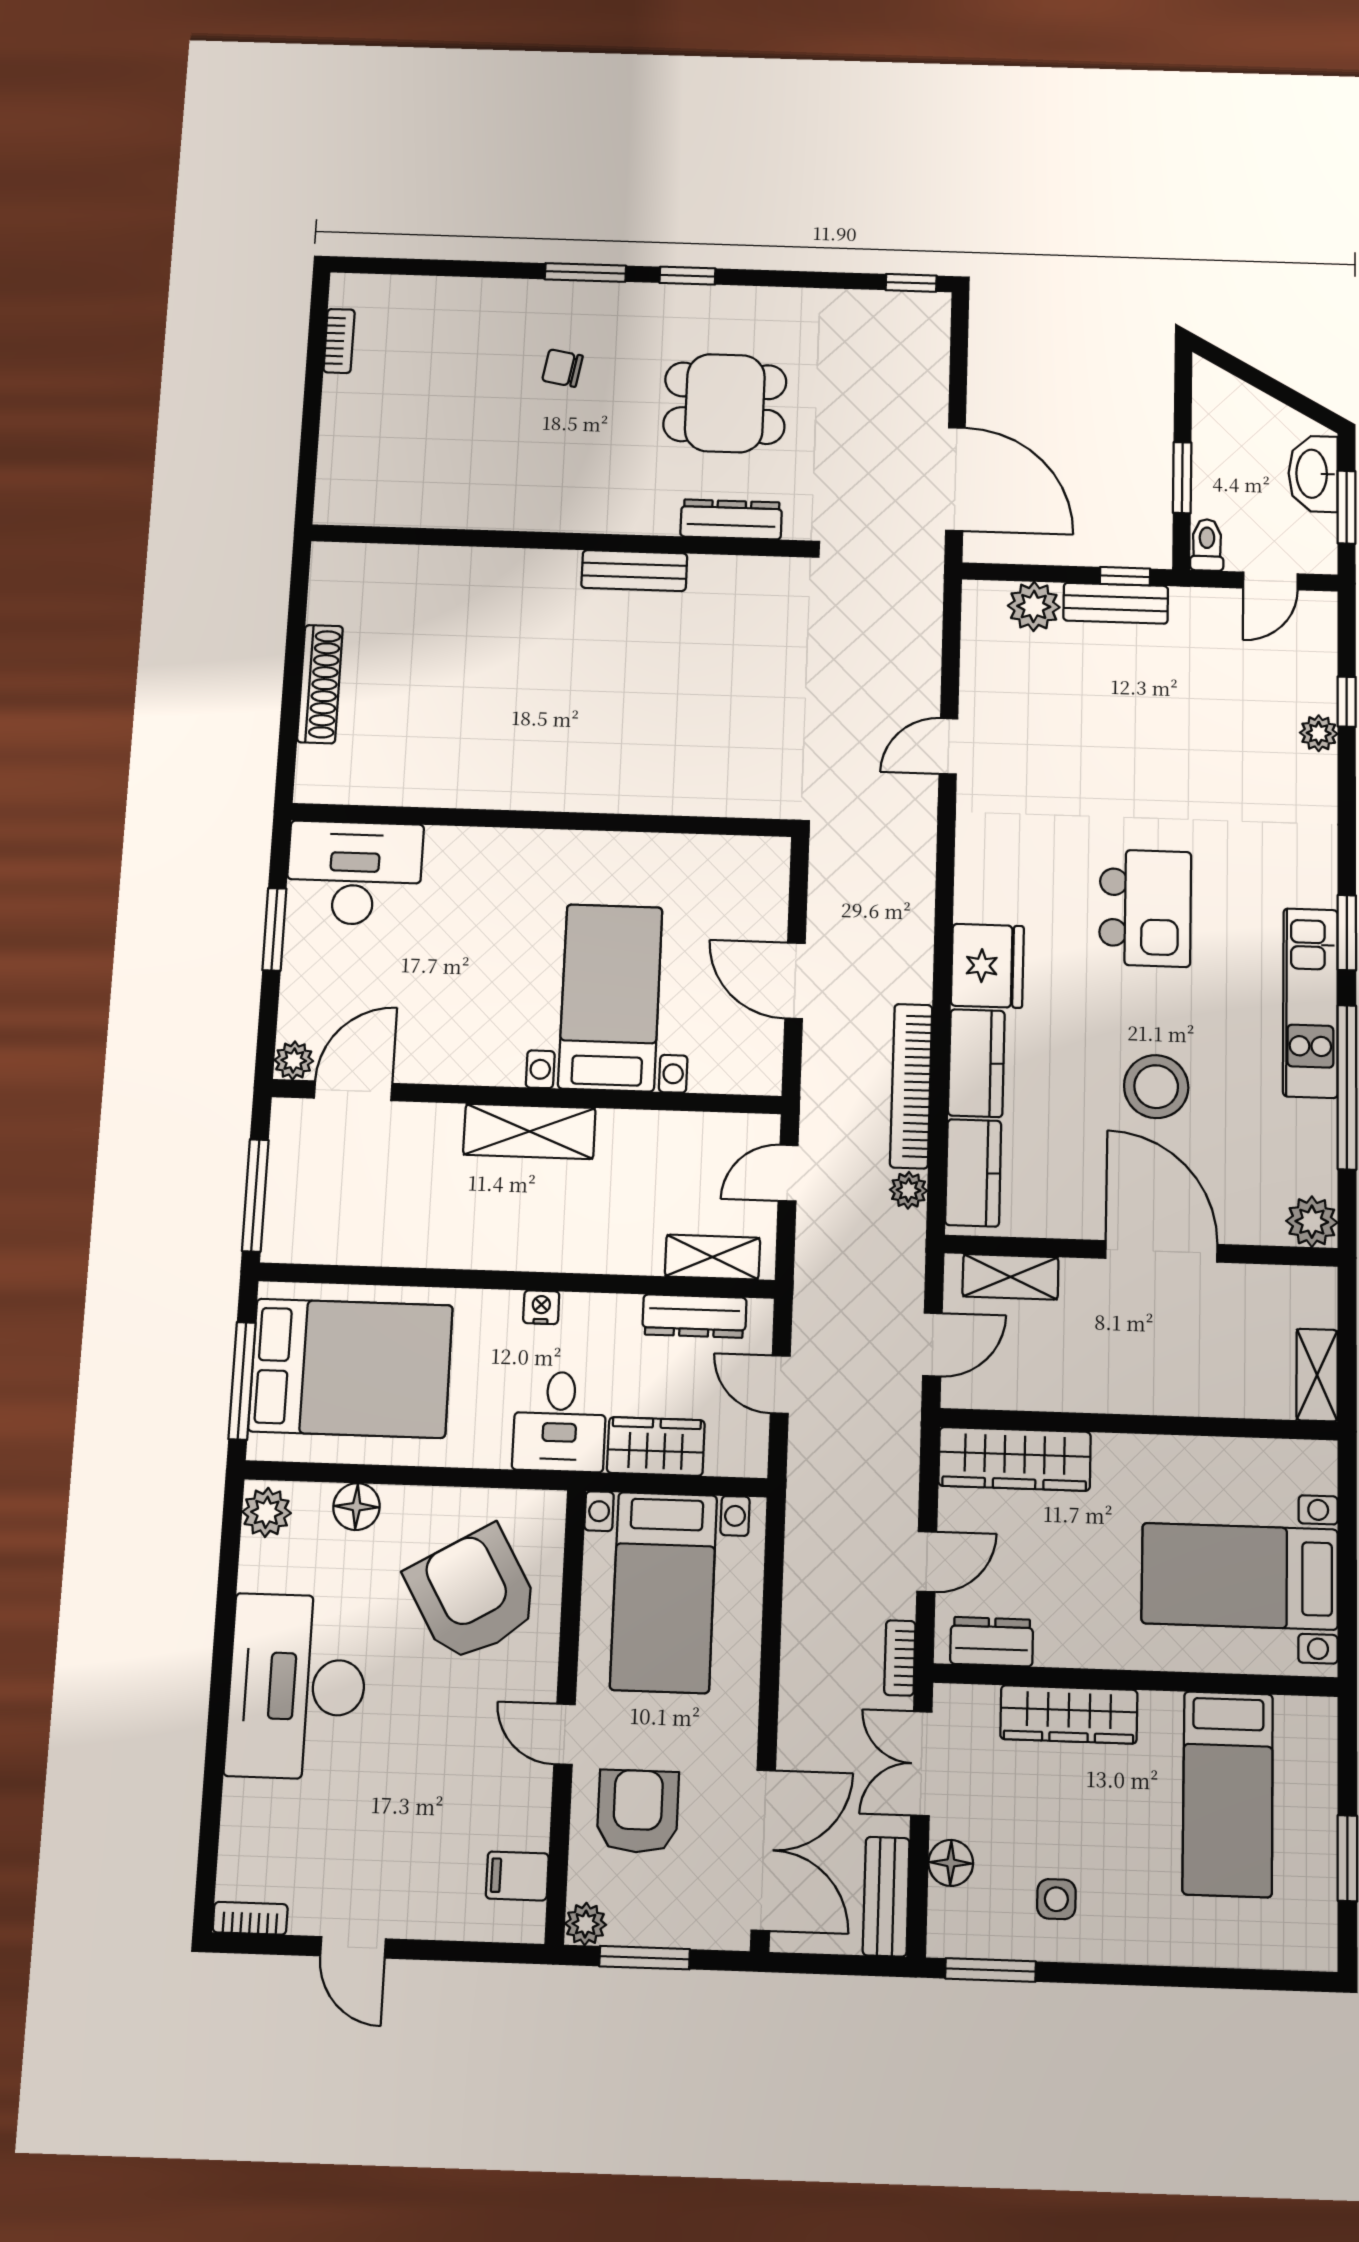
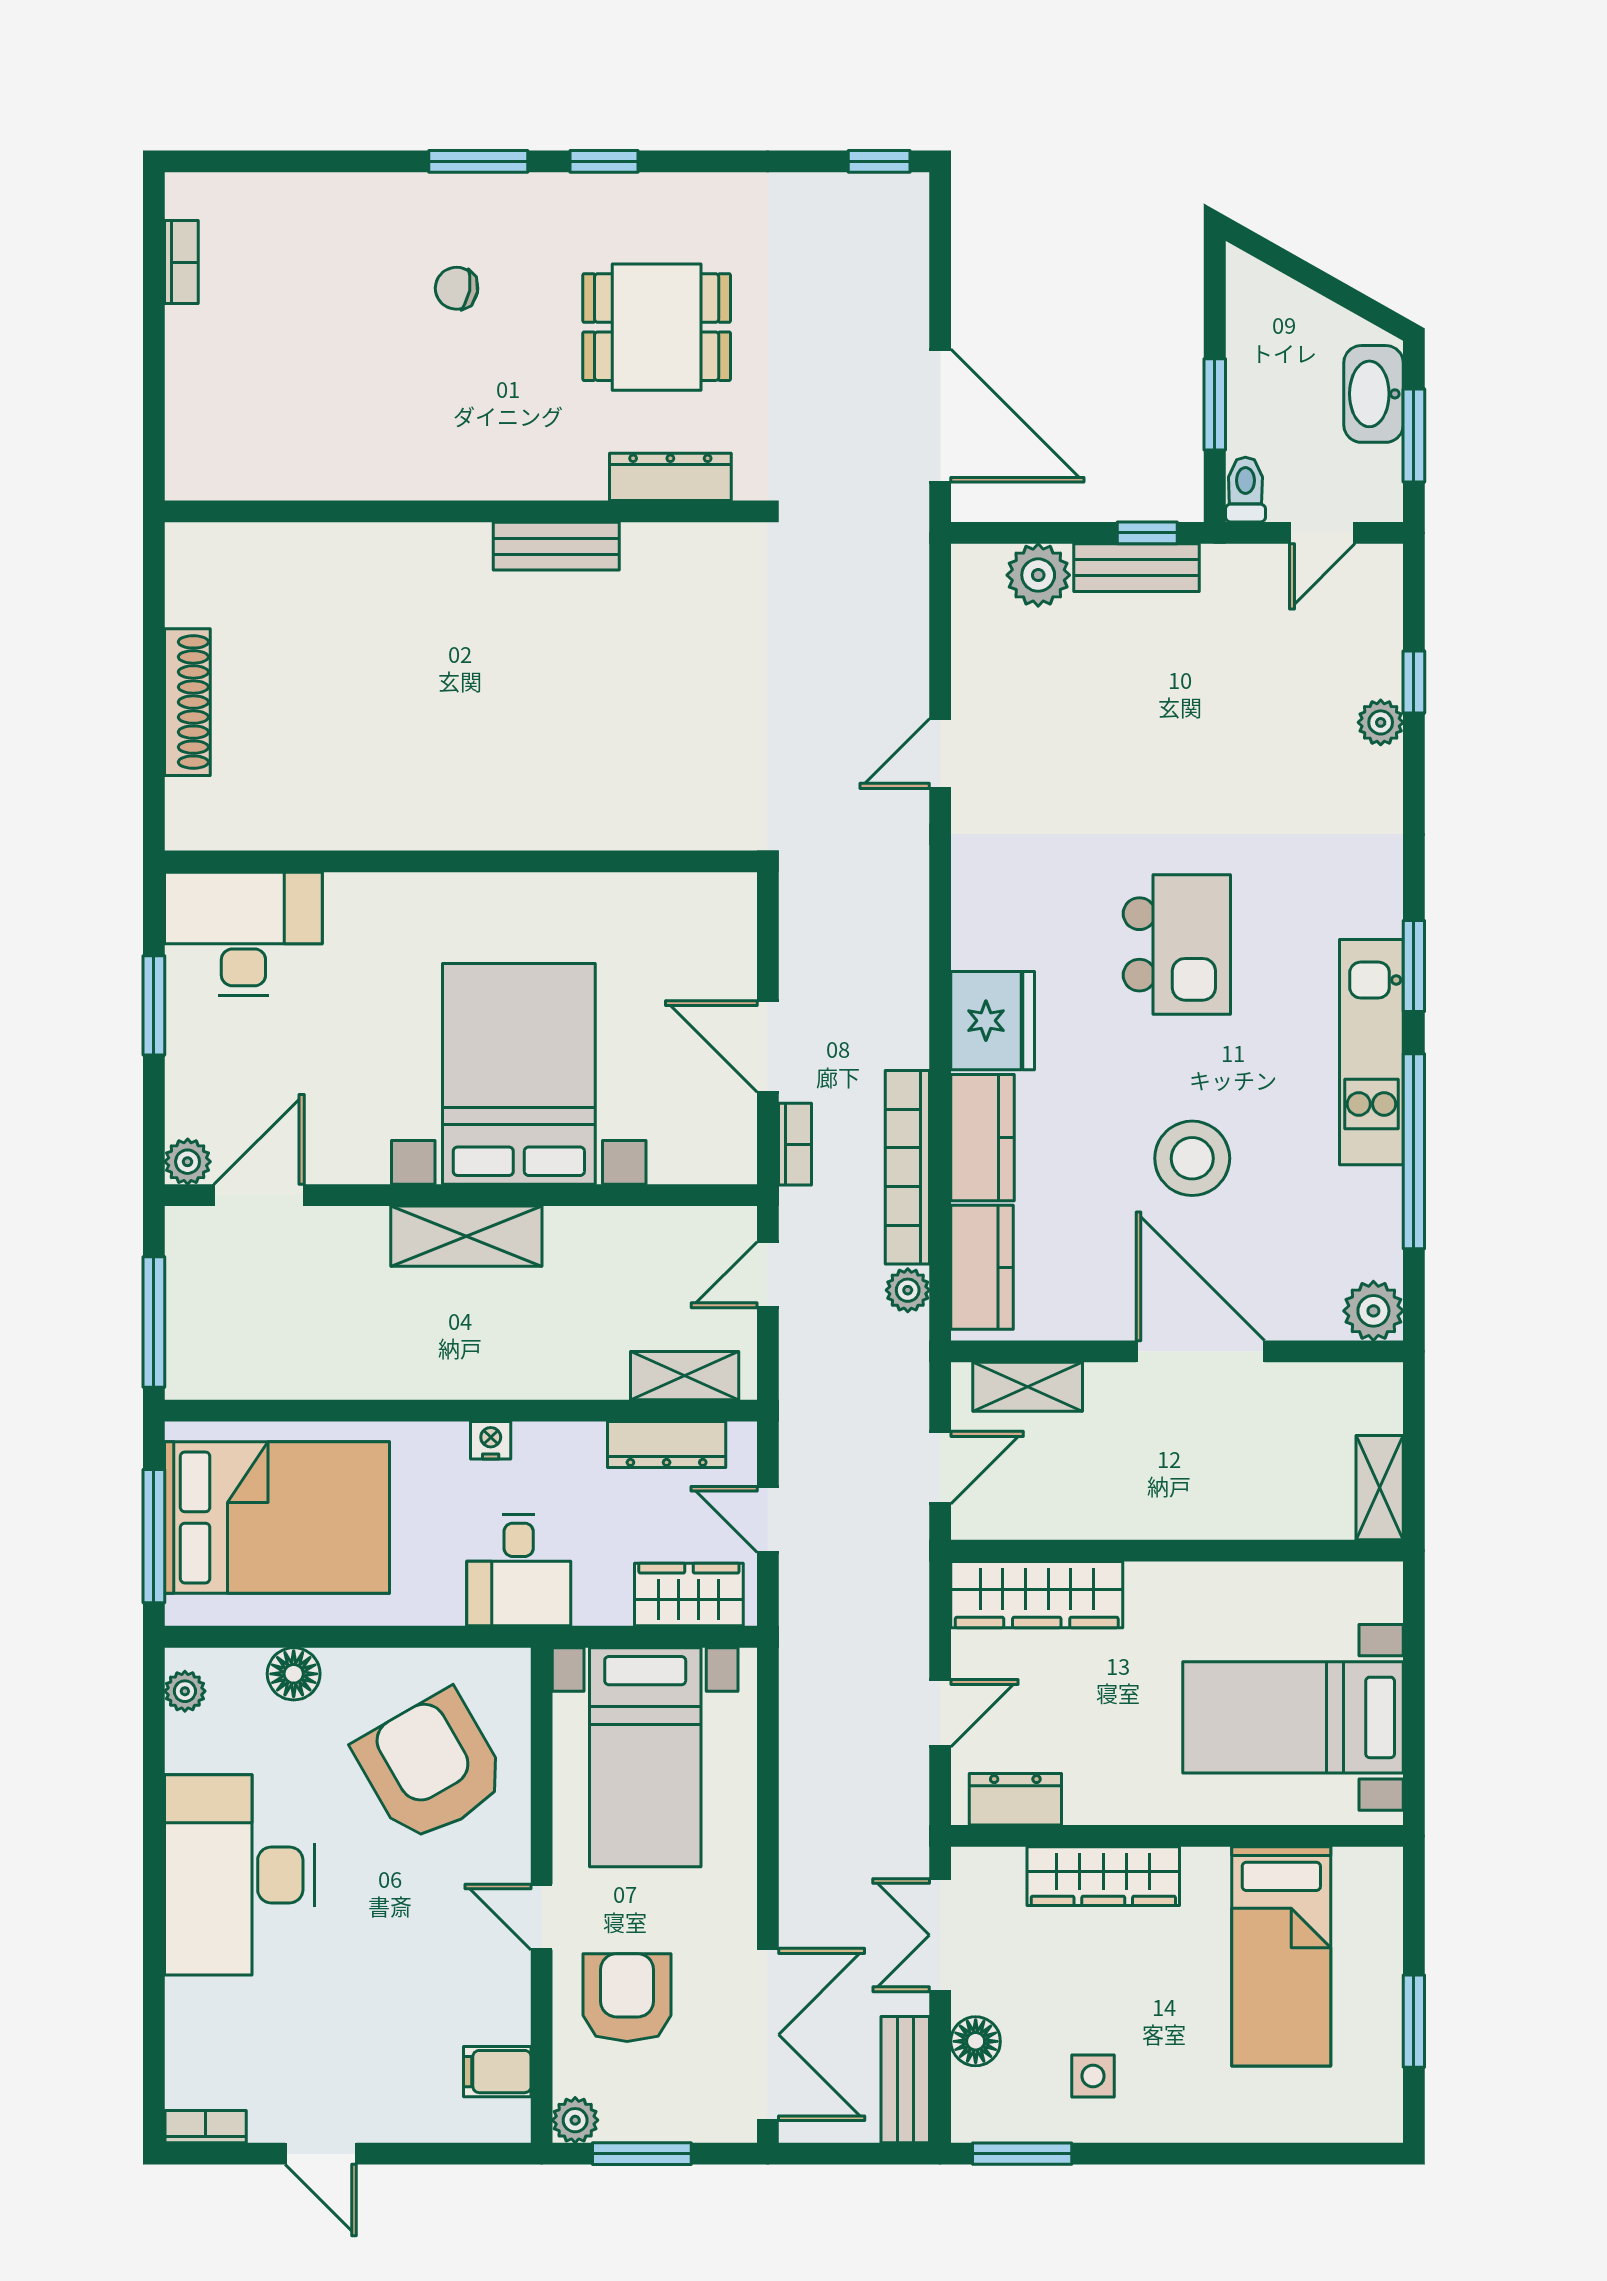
bed with nightstands: (610, 998) -> (519, 1074), width x1.36
wardrobe: (656, 1446) -> (689, 1594), moved
plant: (267, 1512) -> (185, 1691), width x0.73, depth x0.73
bookcase: (900, 1658) -> (795, 1144), moved, turned 180

